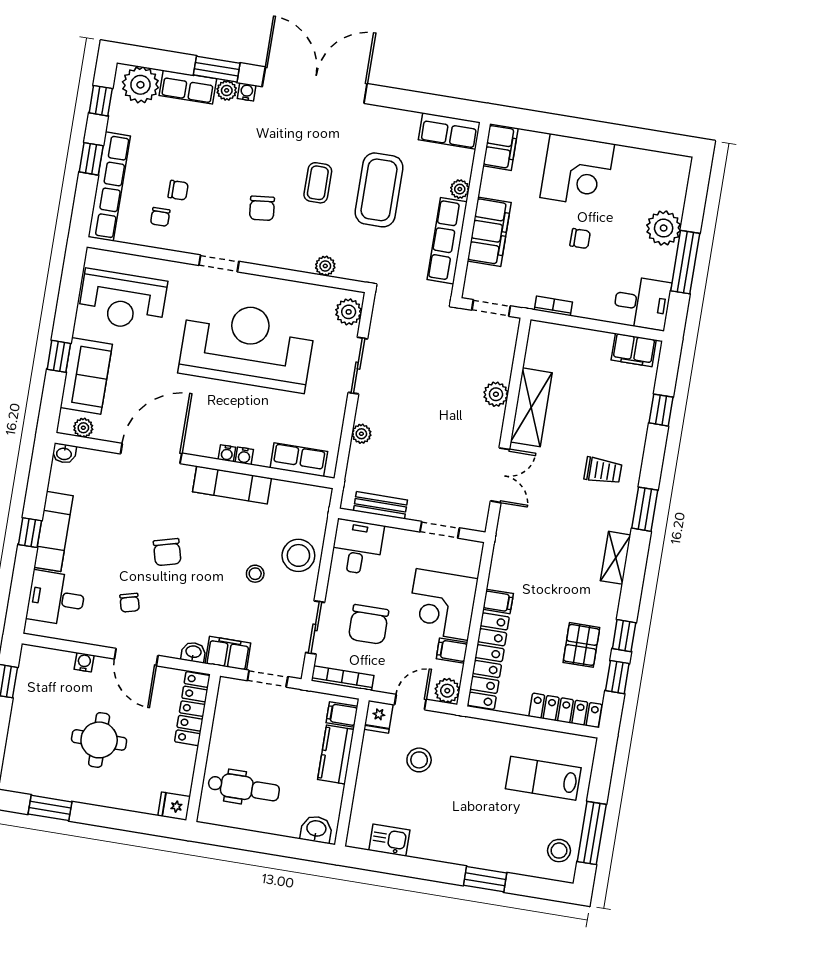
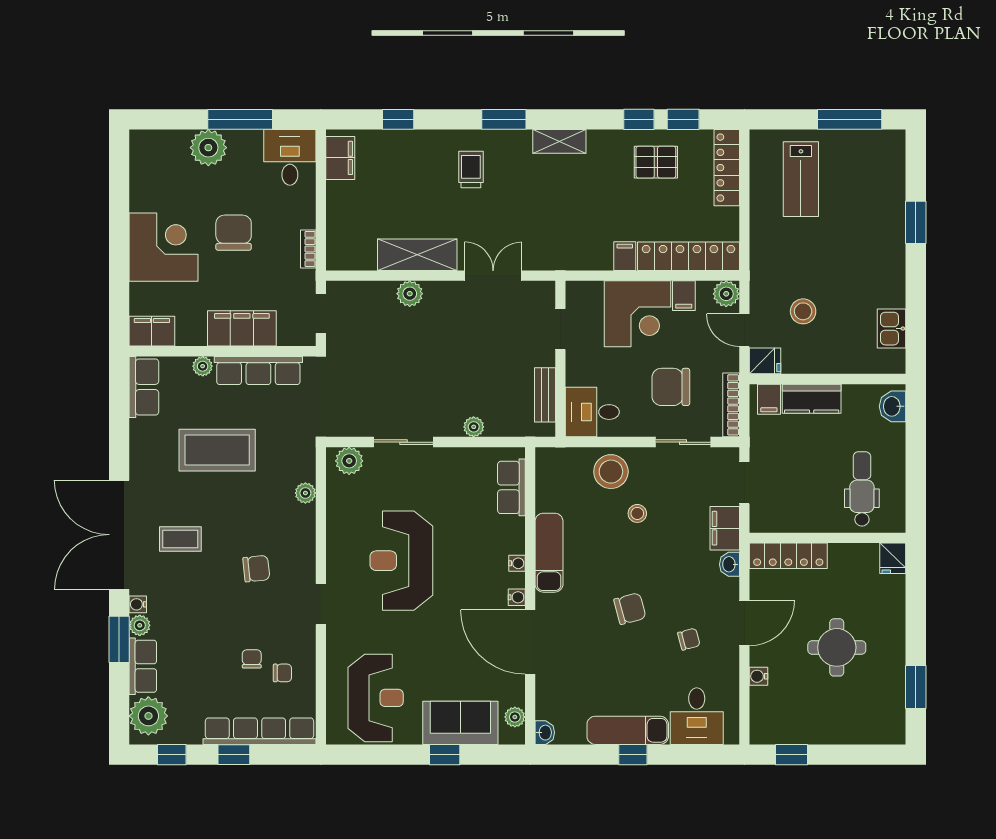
coffee table: (318, 183) -> (180, 539), moved
chair: (580, 239) -> (234, 233), width x1.87, depth x1.87
reception desk: (247, 345) -> (401, 561), width x0.74, depth x0.77
water cooler: (244, 456) -> (517, 597), moved
chair: (369, 624) -> (671, 387), turned 180
stool: (559, 851) -> (873, 150), removed

